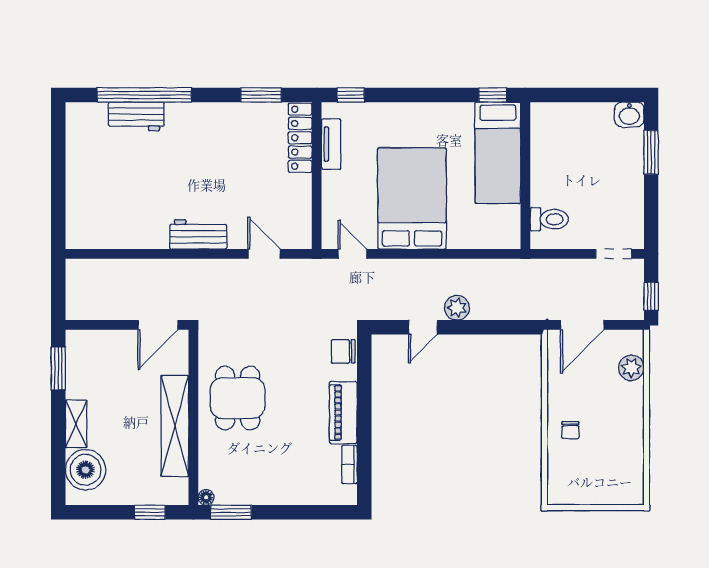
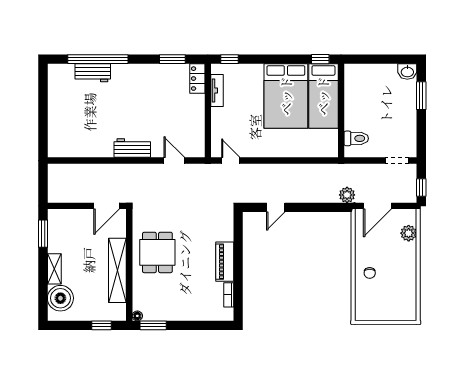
locker: (300, 138) -> (197, 79), width x0.66
bed: (412, 198) -> (286, 96), moved, turned 180
plant: (457, 308) -> (347, 195), moved
chair: (343, 351) -> (225, 223), removed

